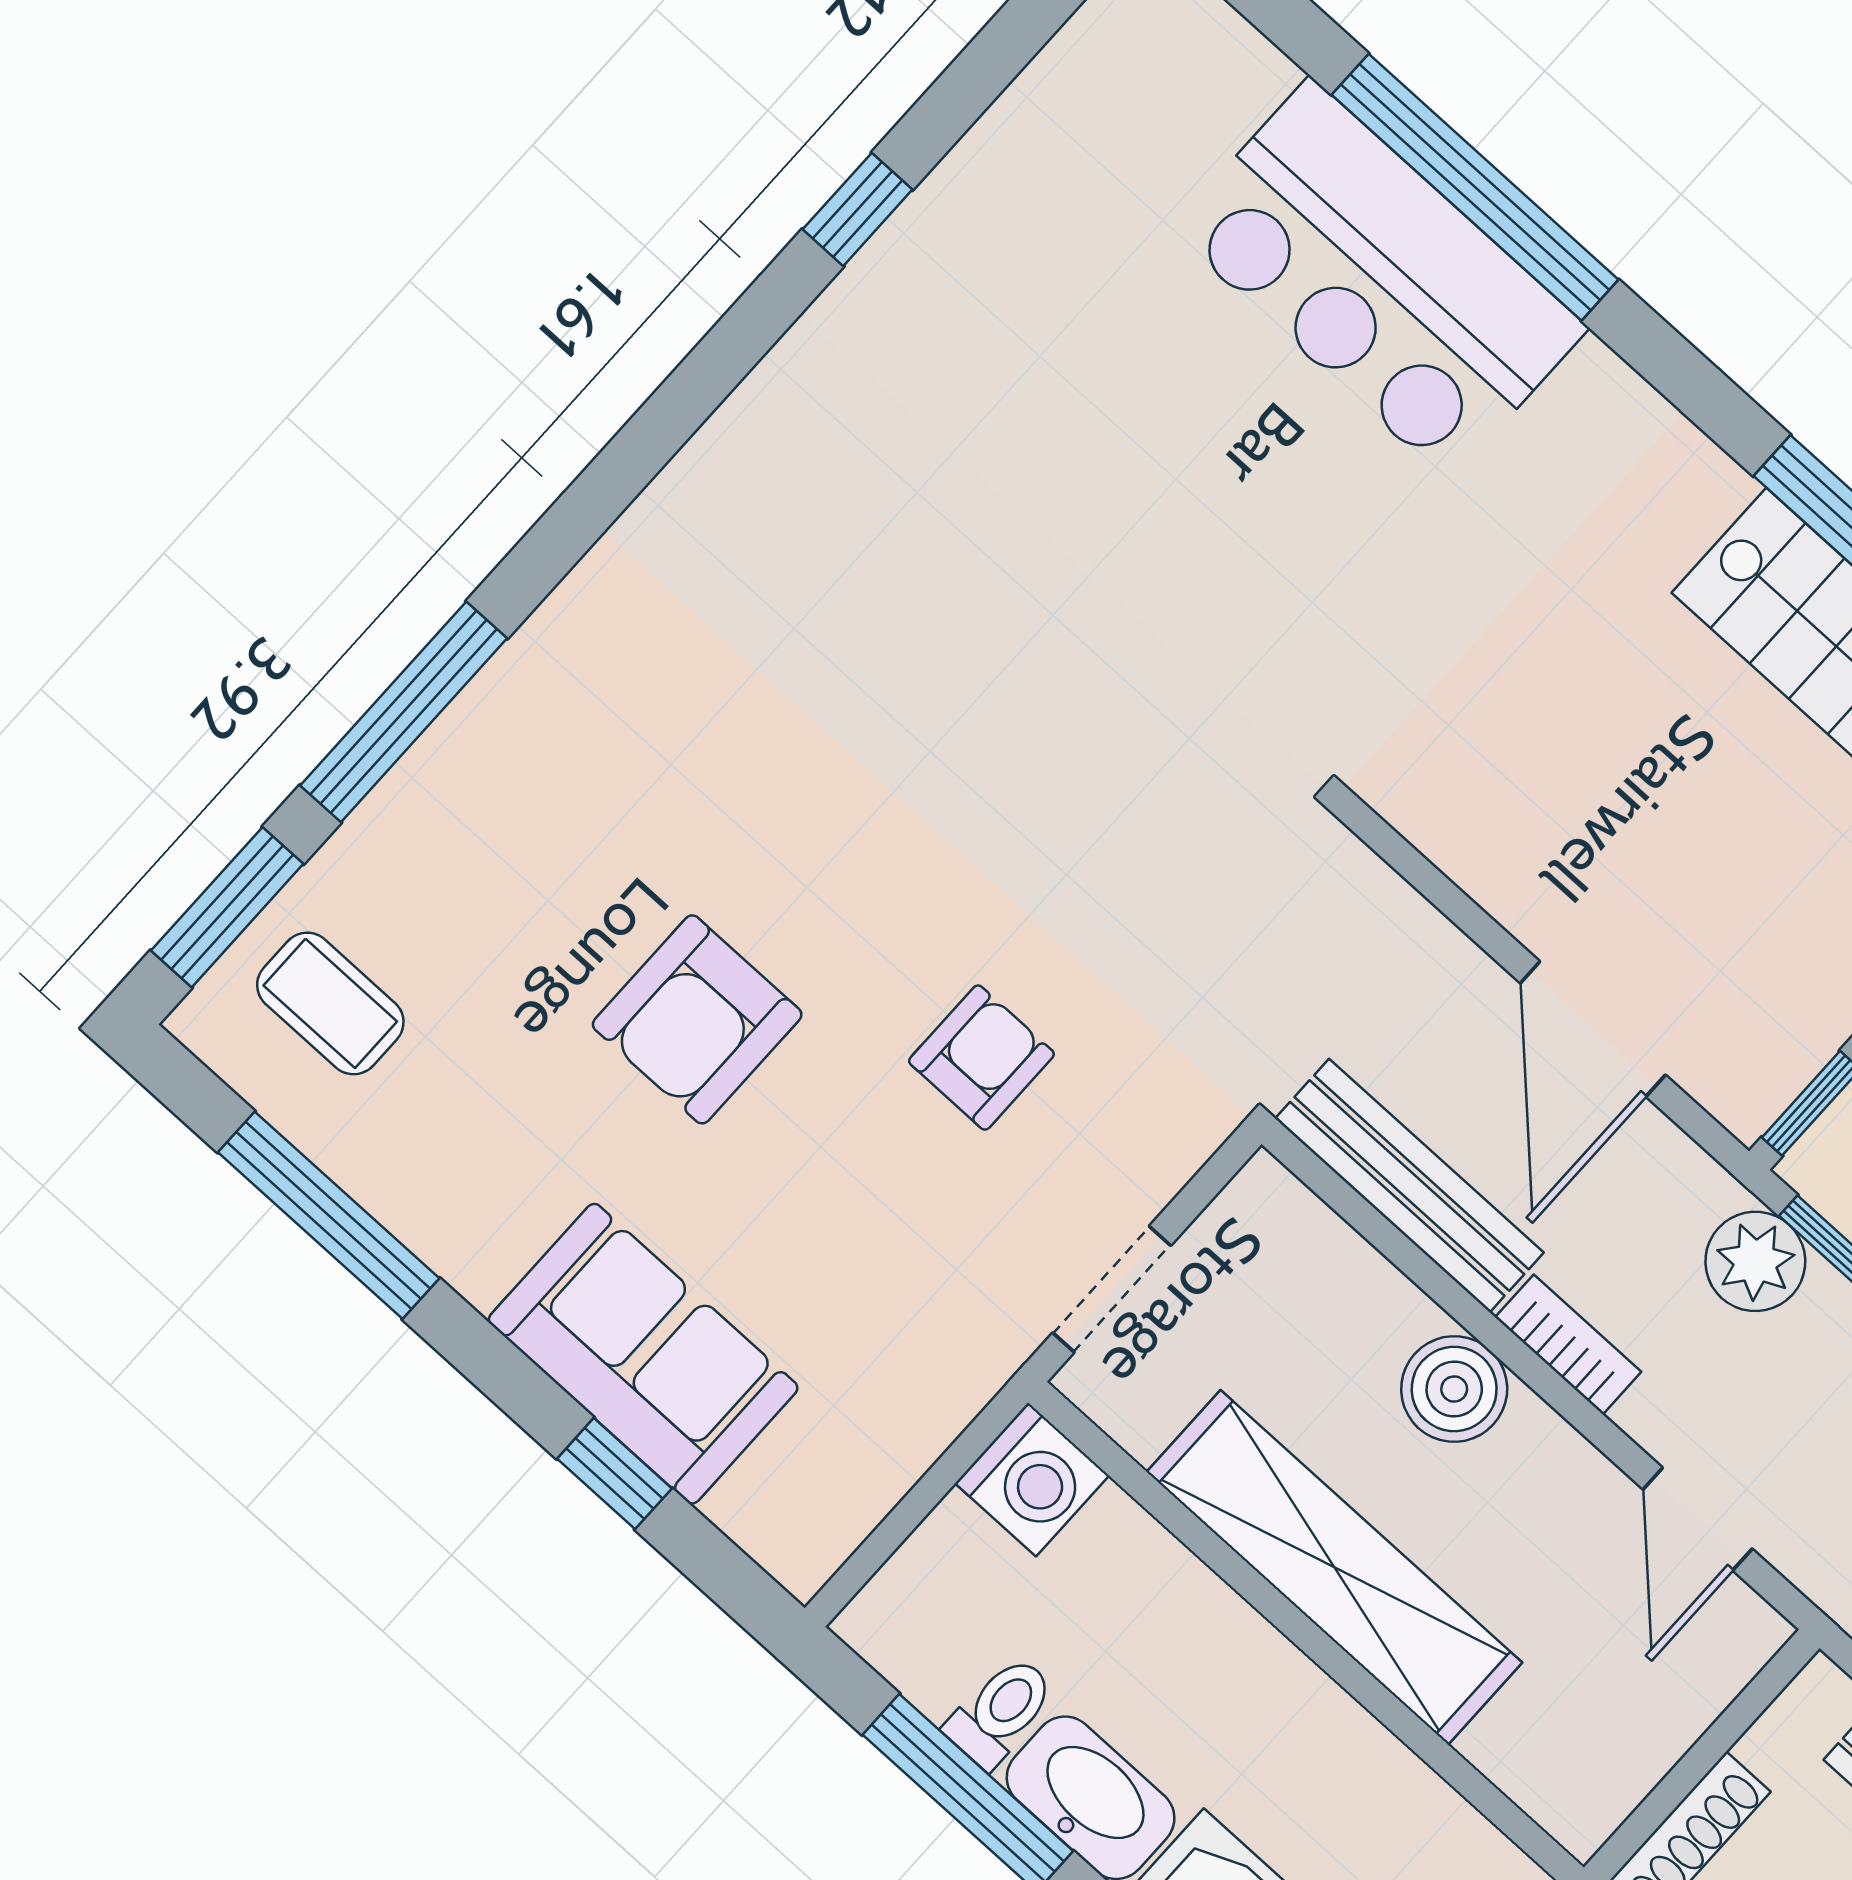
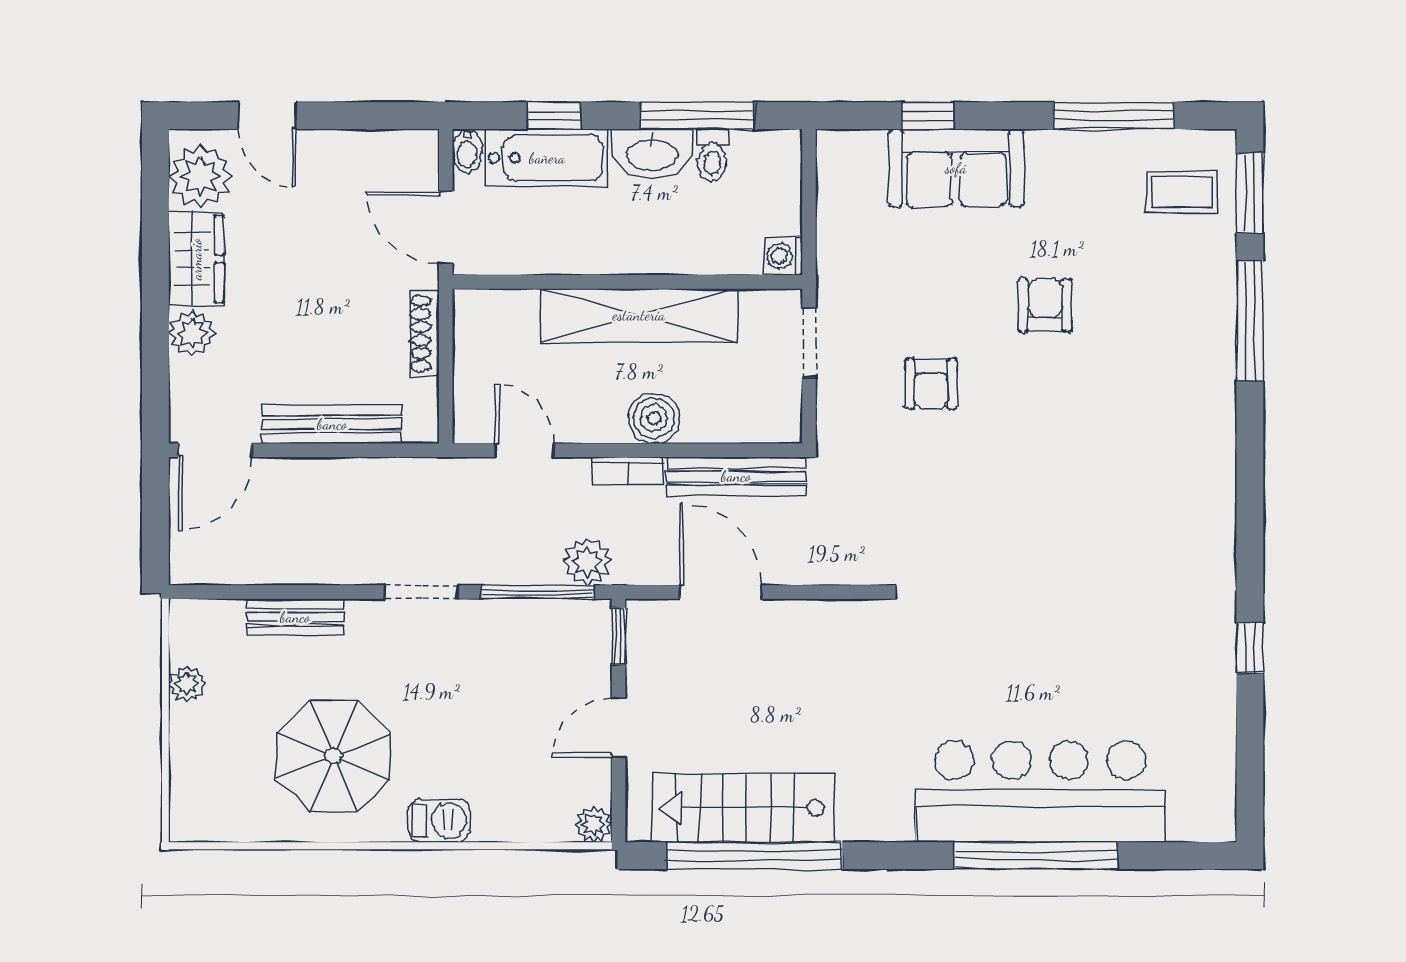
bar counter: (1379, 279) -> (1040, 792), width x1.36
armchair: (697, 1019) -> (1045, 305), width x0.72, depth x0.72
washing machine: (1032, 1479) -> (783, 256), width x0.73, depth x0.73

